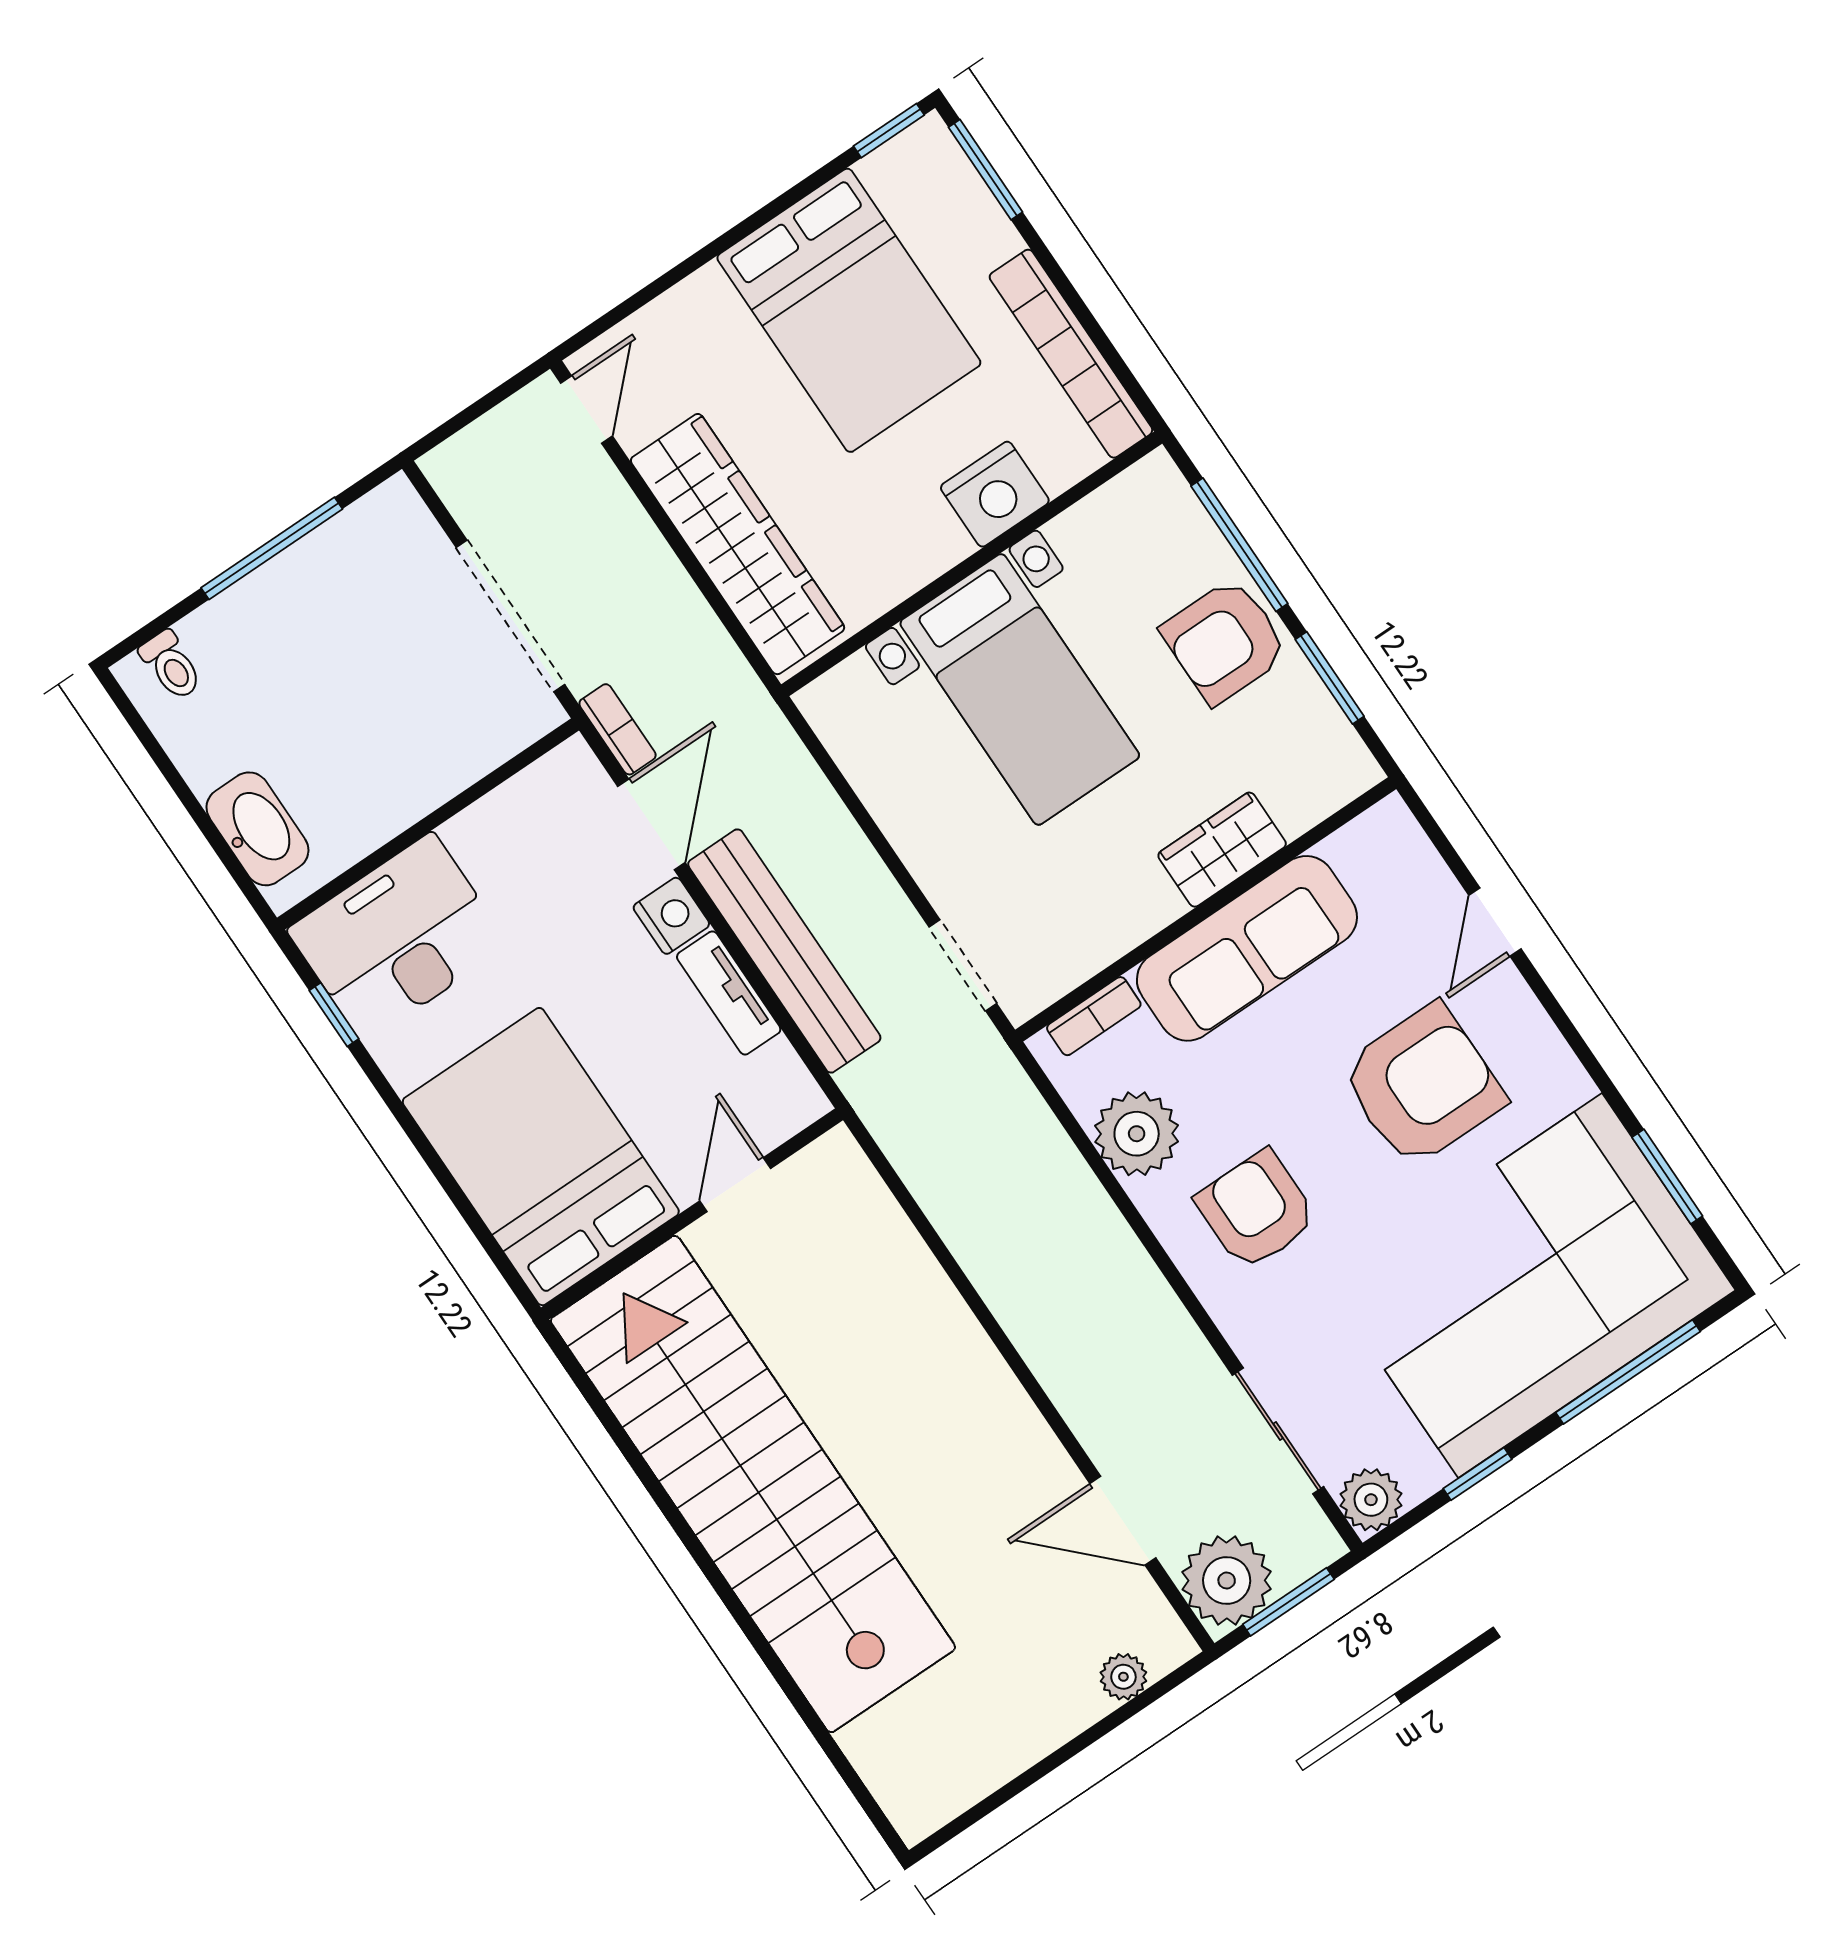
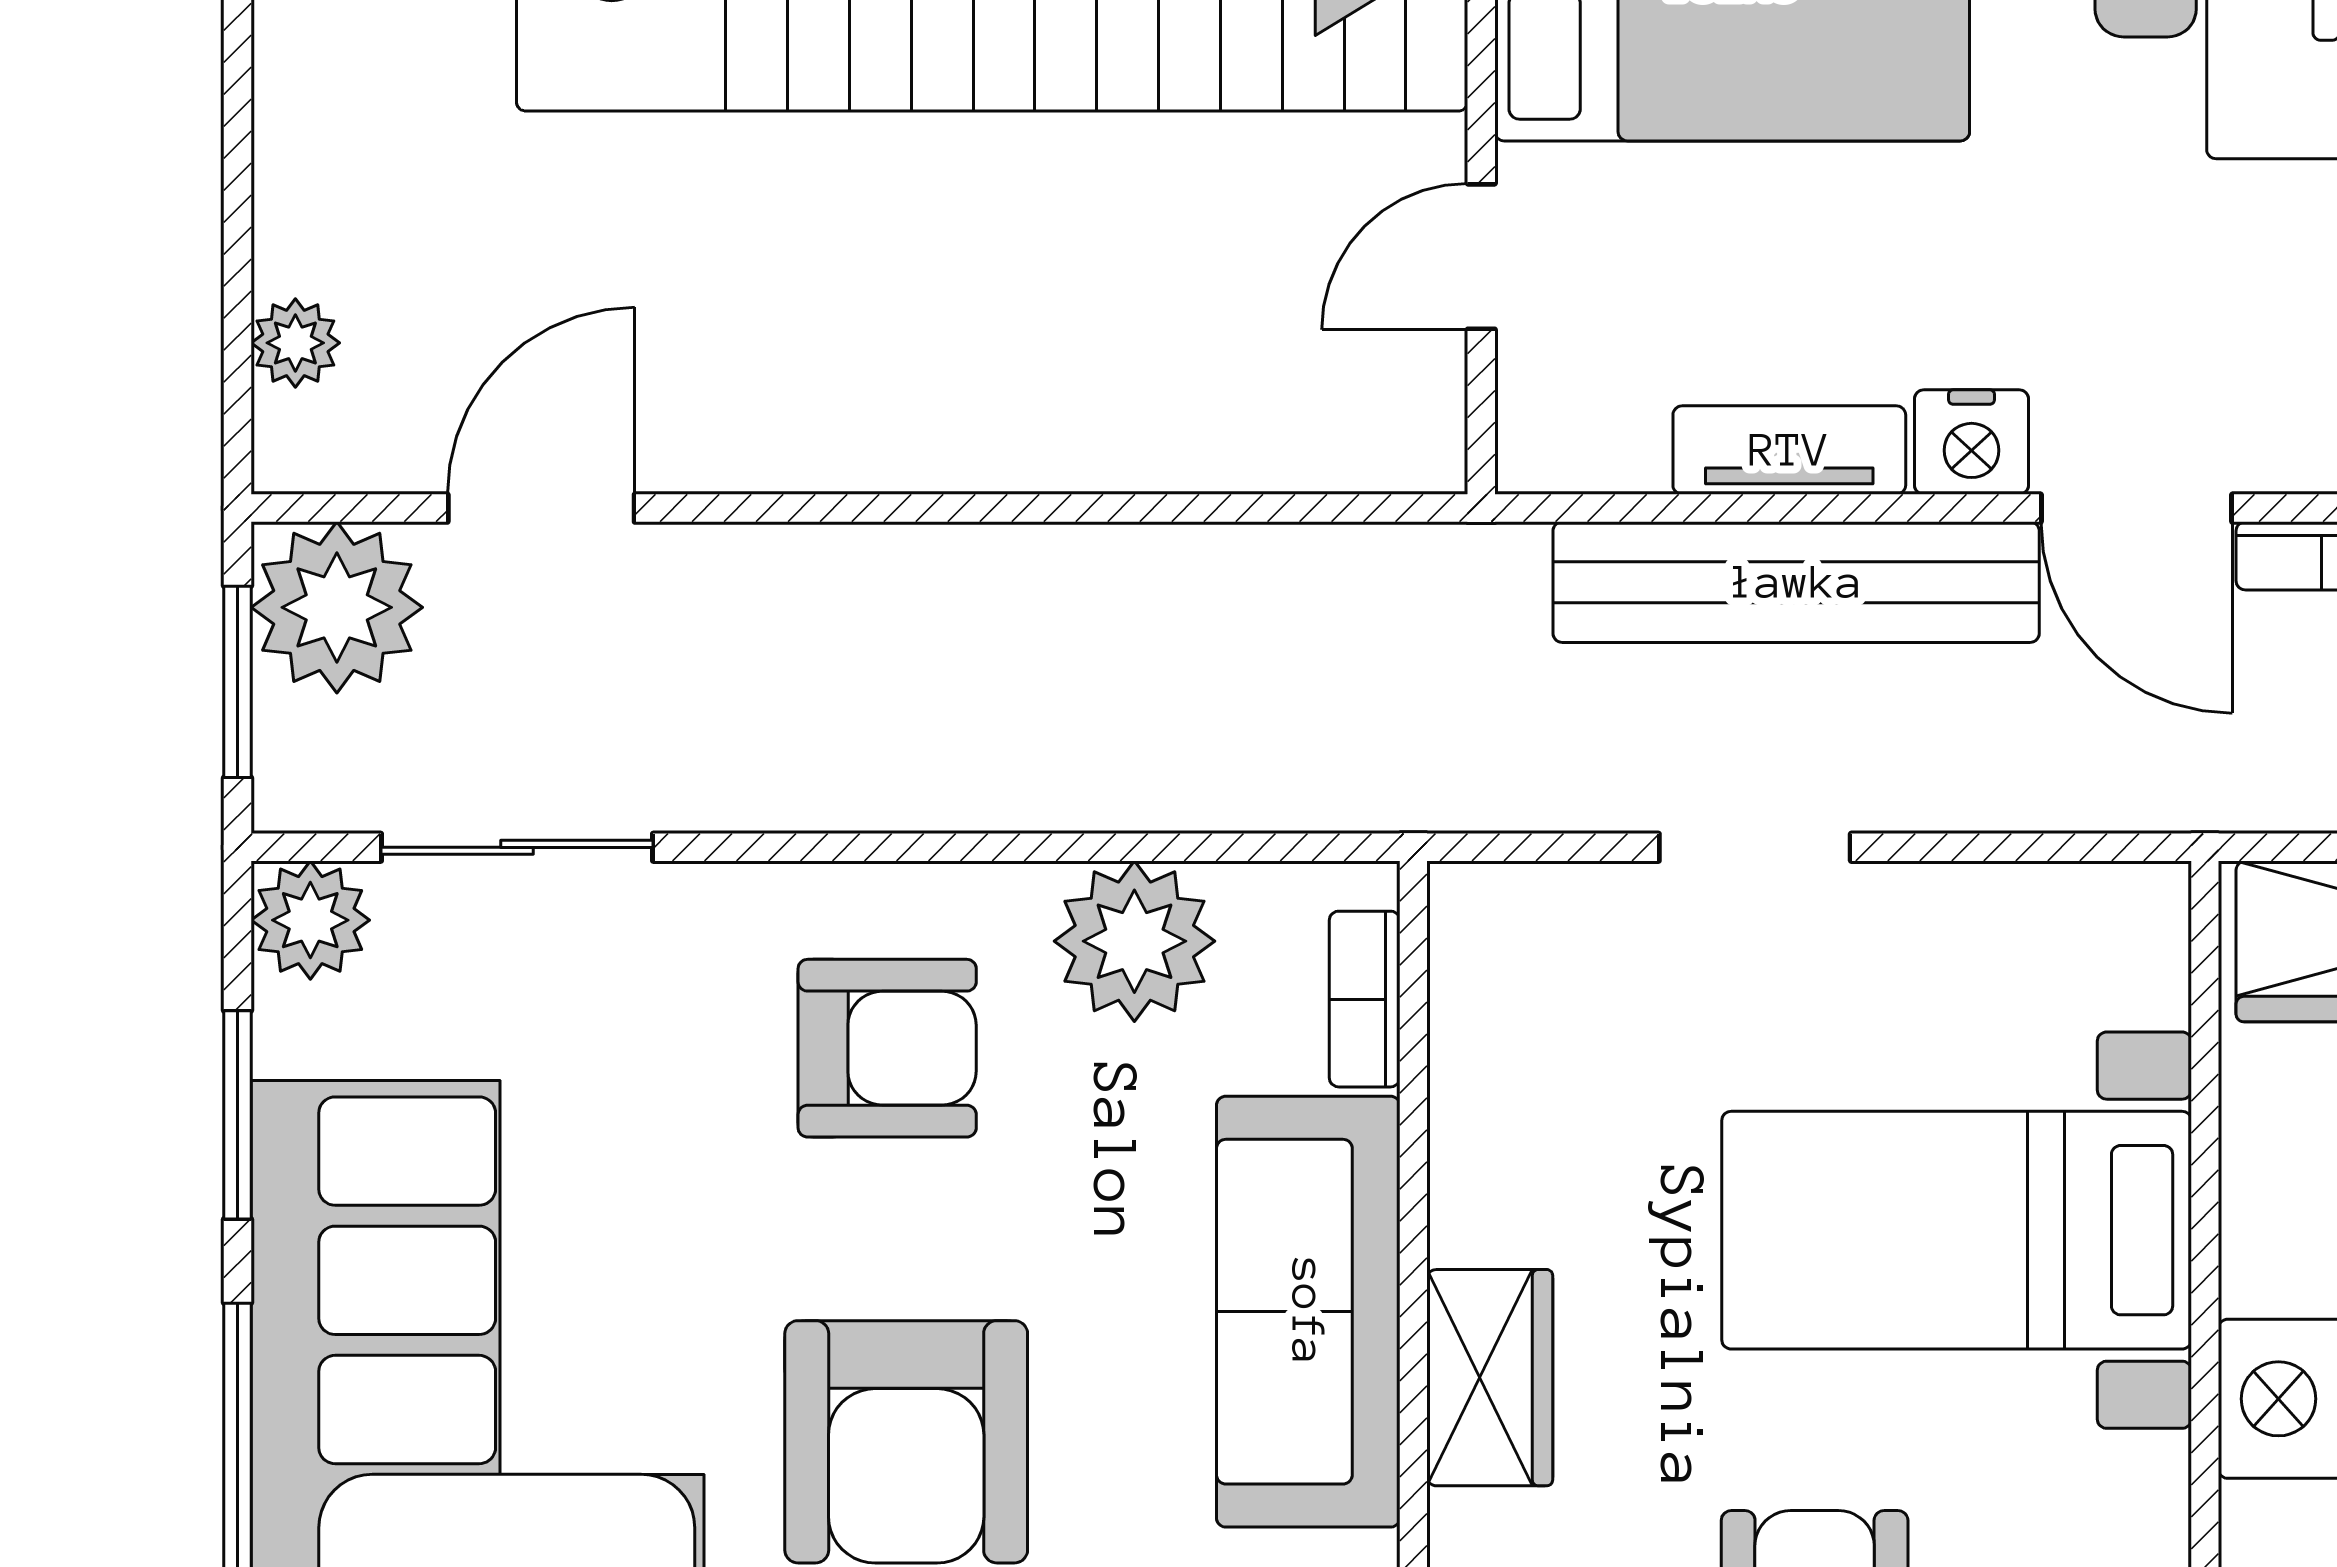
doorway: (963, 965) -> (1755, 847), moved
door: (735, 1185) -> (1481, 257), swing flipped
window: (1477, 1474) -> (237, 1115), width x1.50

